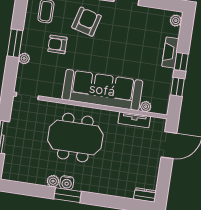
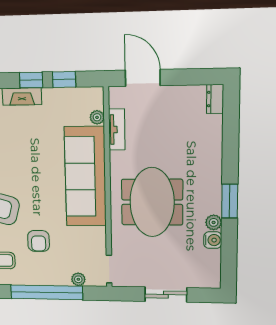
window: (15, 43) -> (47, 292), width x2.11
plant: (24, 58) -> (78, 279), moved
water cooler: (67, 183) -> (213, 240), moved

